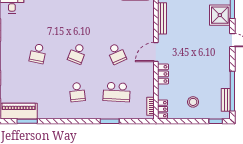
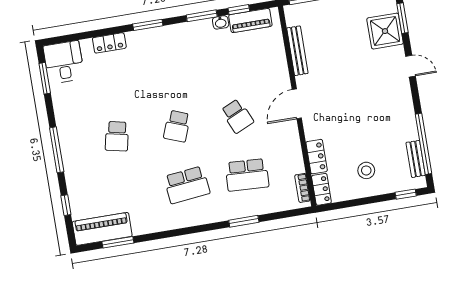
locker: (163, 74) -> (317, 157), moved
school desk: (77, 92) -> (187, 185), width x1.85

